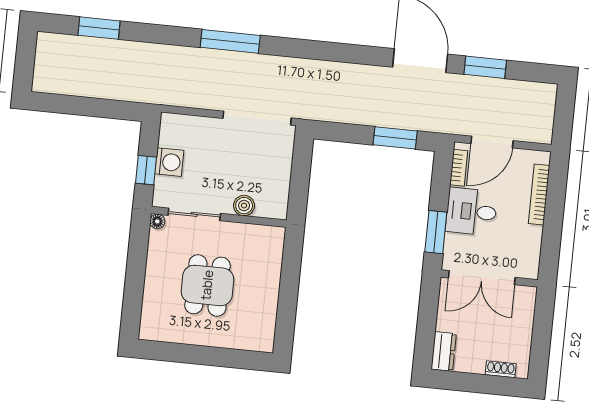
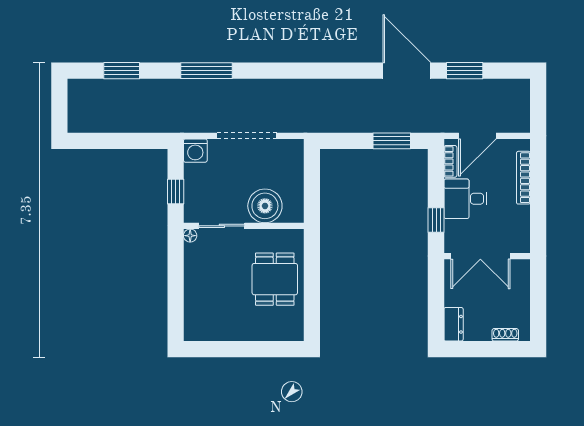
window: (230, 41) -> (207, 71), moved
doorway: (257, 118) -> (247, 136), moved
washing machine: (169, 162) -> (195, 151), moved, turned 90
boiler: (244, 206) -> (265, 206), width x1.86, depth x1.86
window: (436, 232) -> (436, 220), width x0.67
dining table: (207, 285) -> (275, 279), moved

